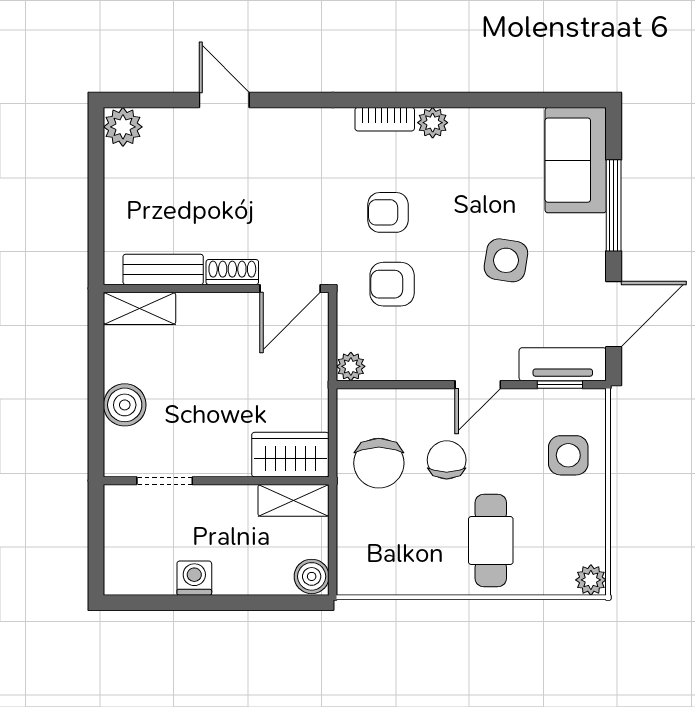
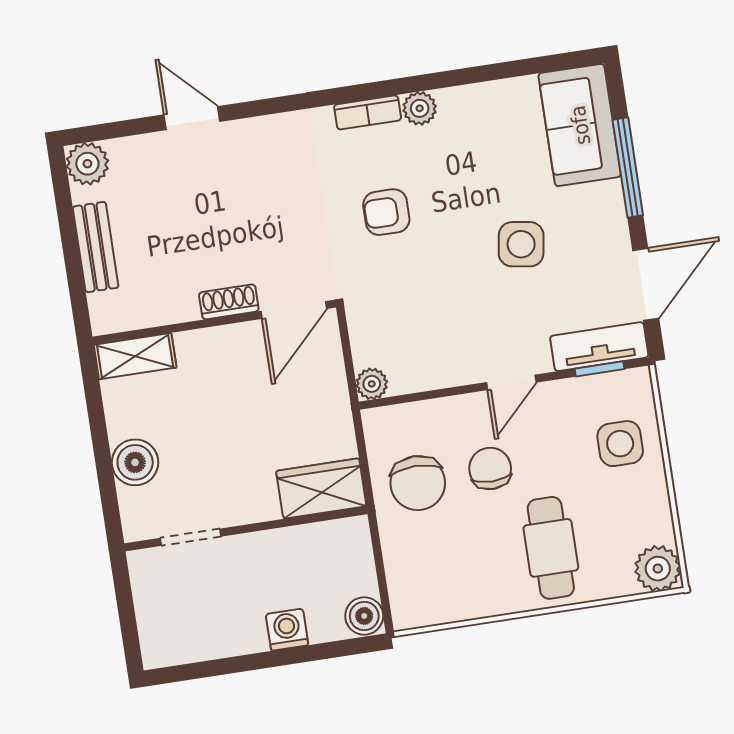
bench: (163, 269) -> (96, 247), moved, turned 90
armchair: (392, 284) -> (403, 289), removed
shelving: (294, 500) -> (332, 537), removed
washing machine: (194, 578) -> (287, 630), moved
plant: (591, 580) -> (658, 569), width x1.38, depth x1.38

